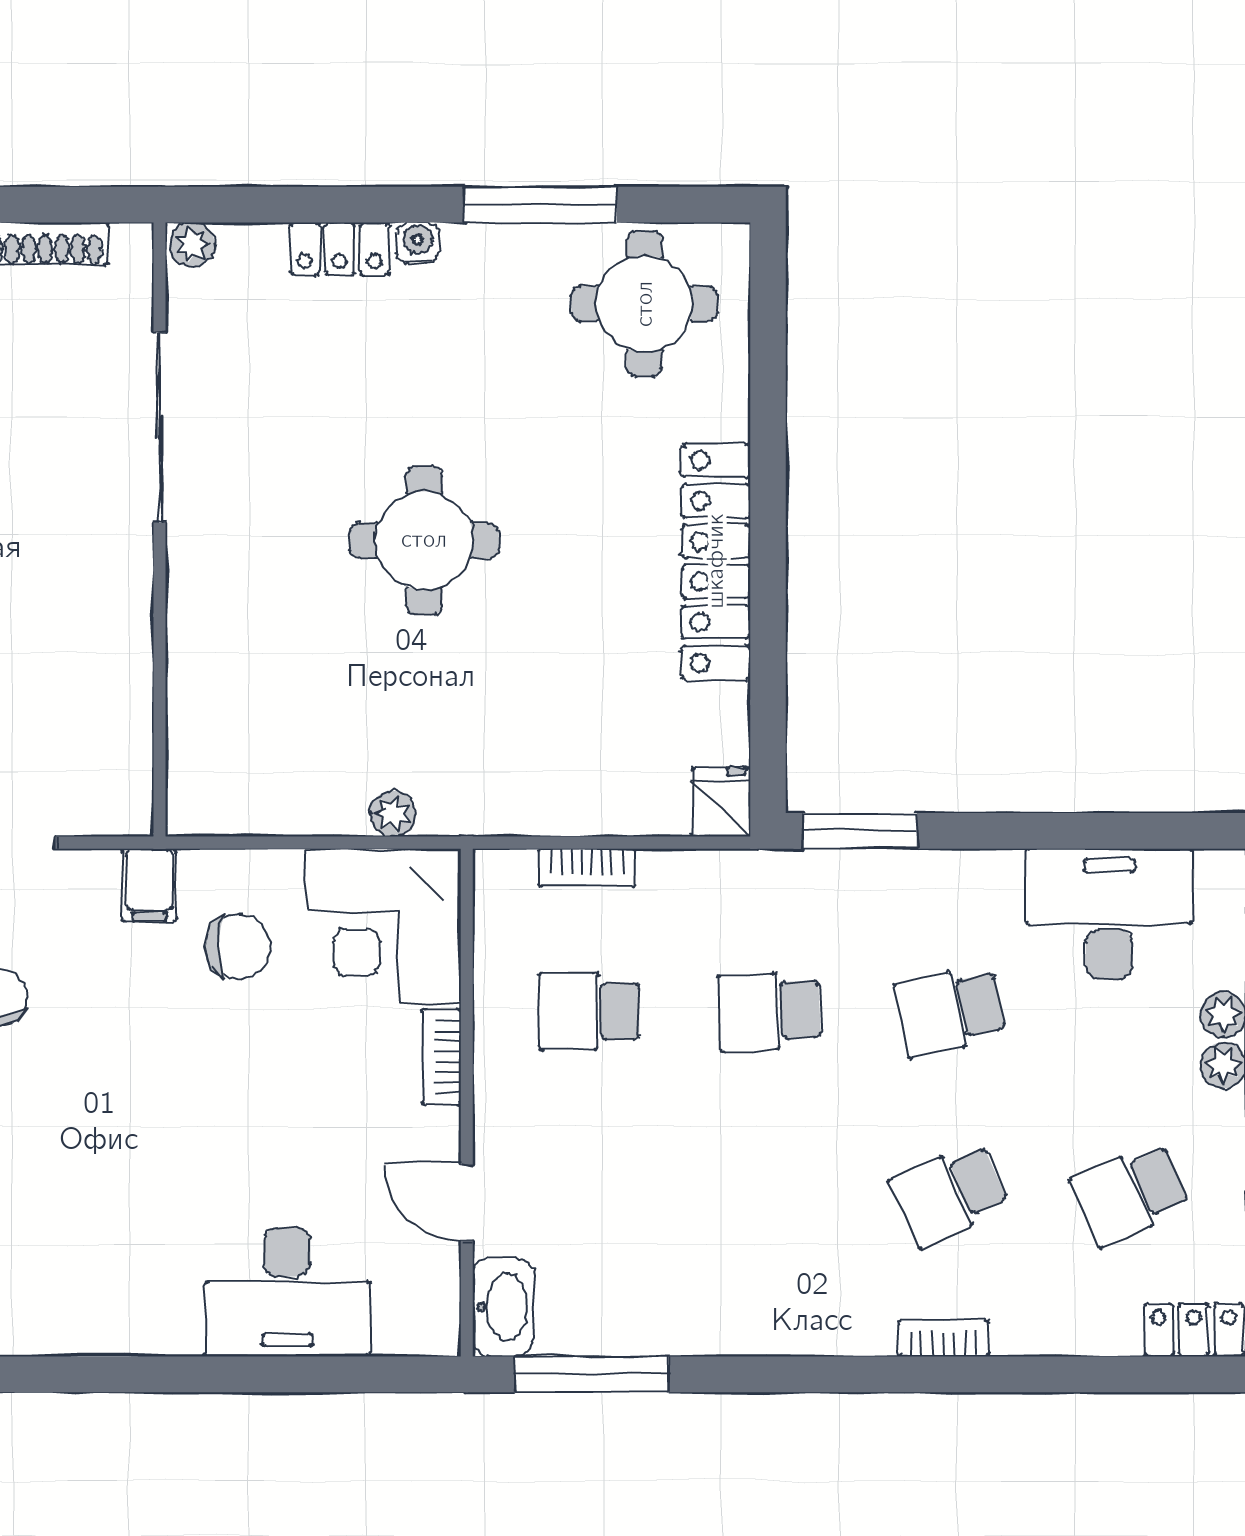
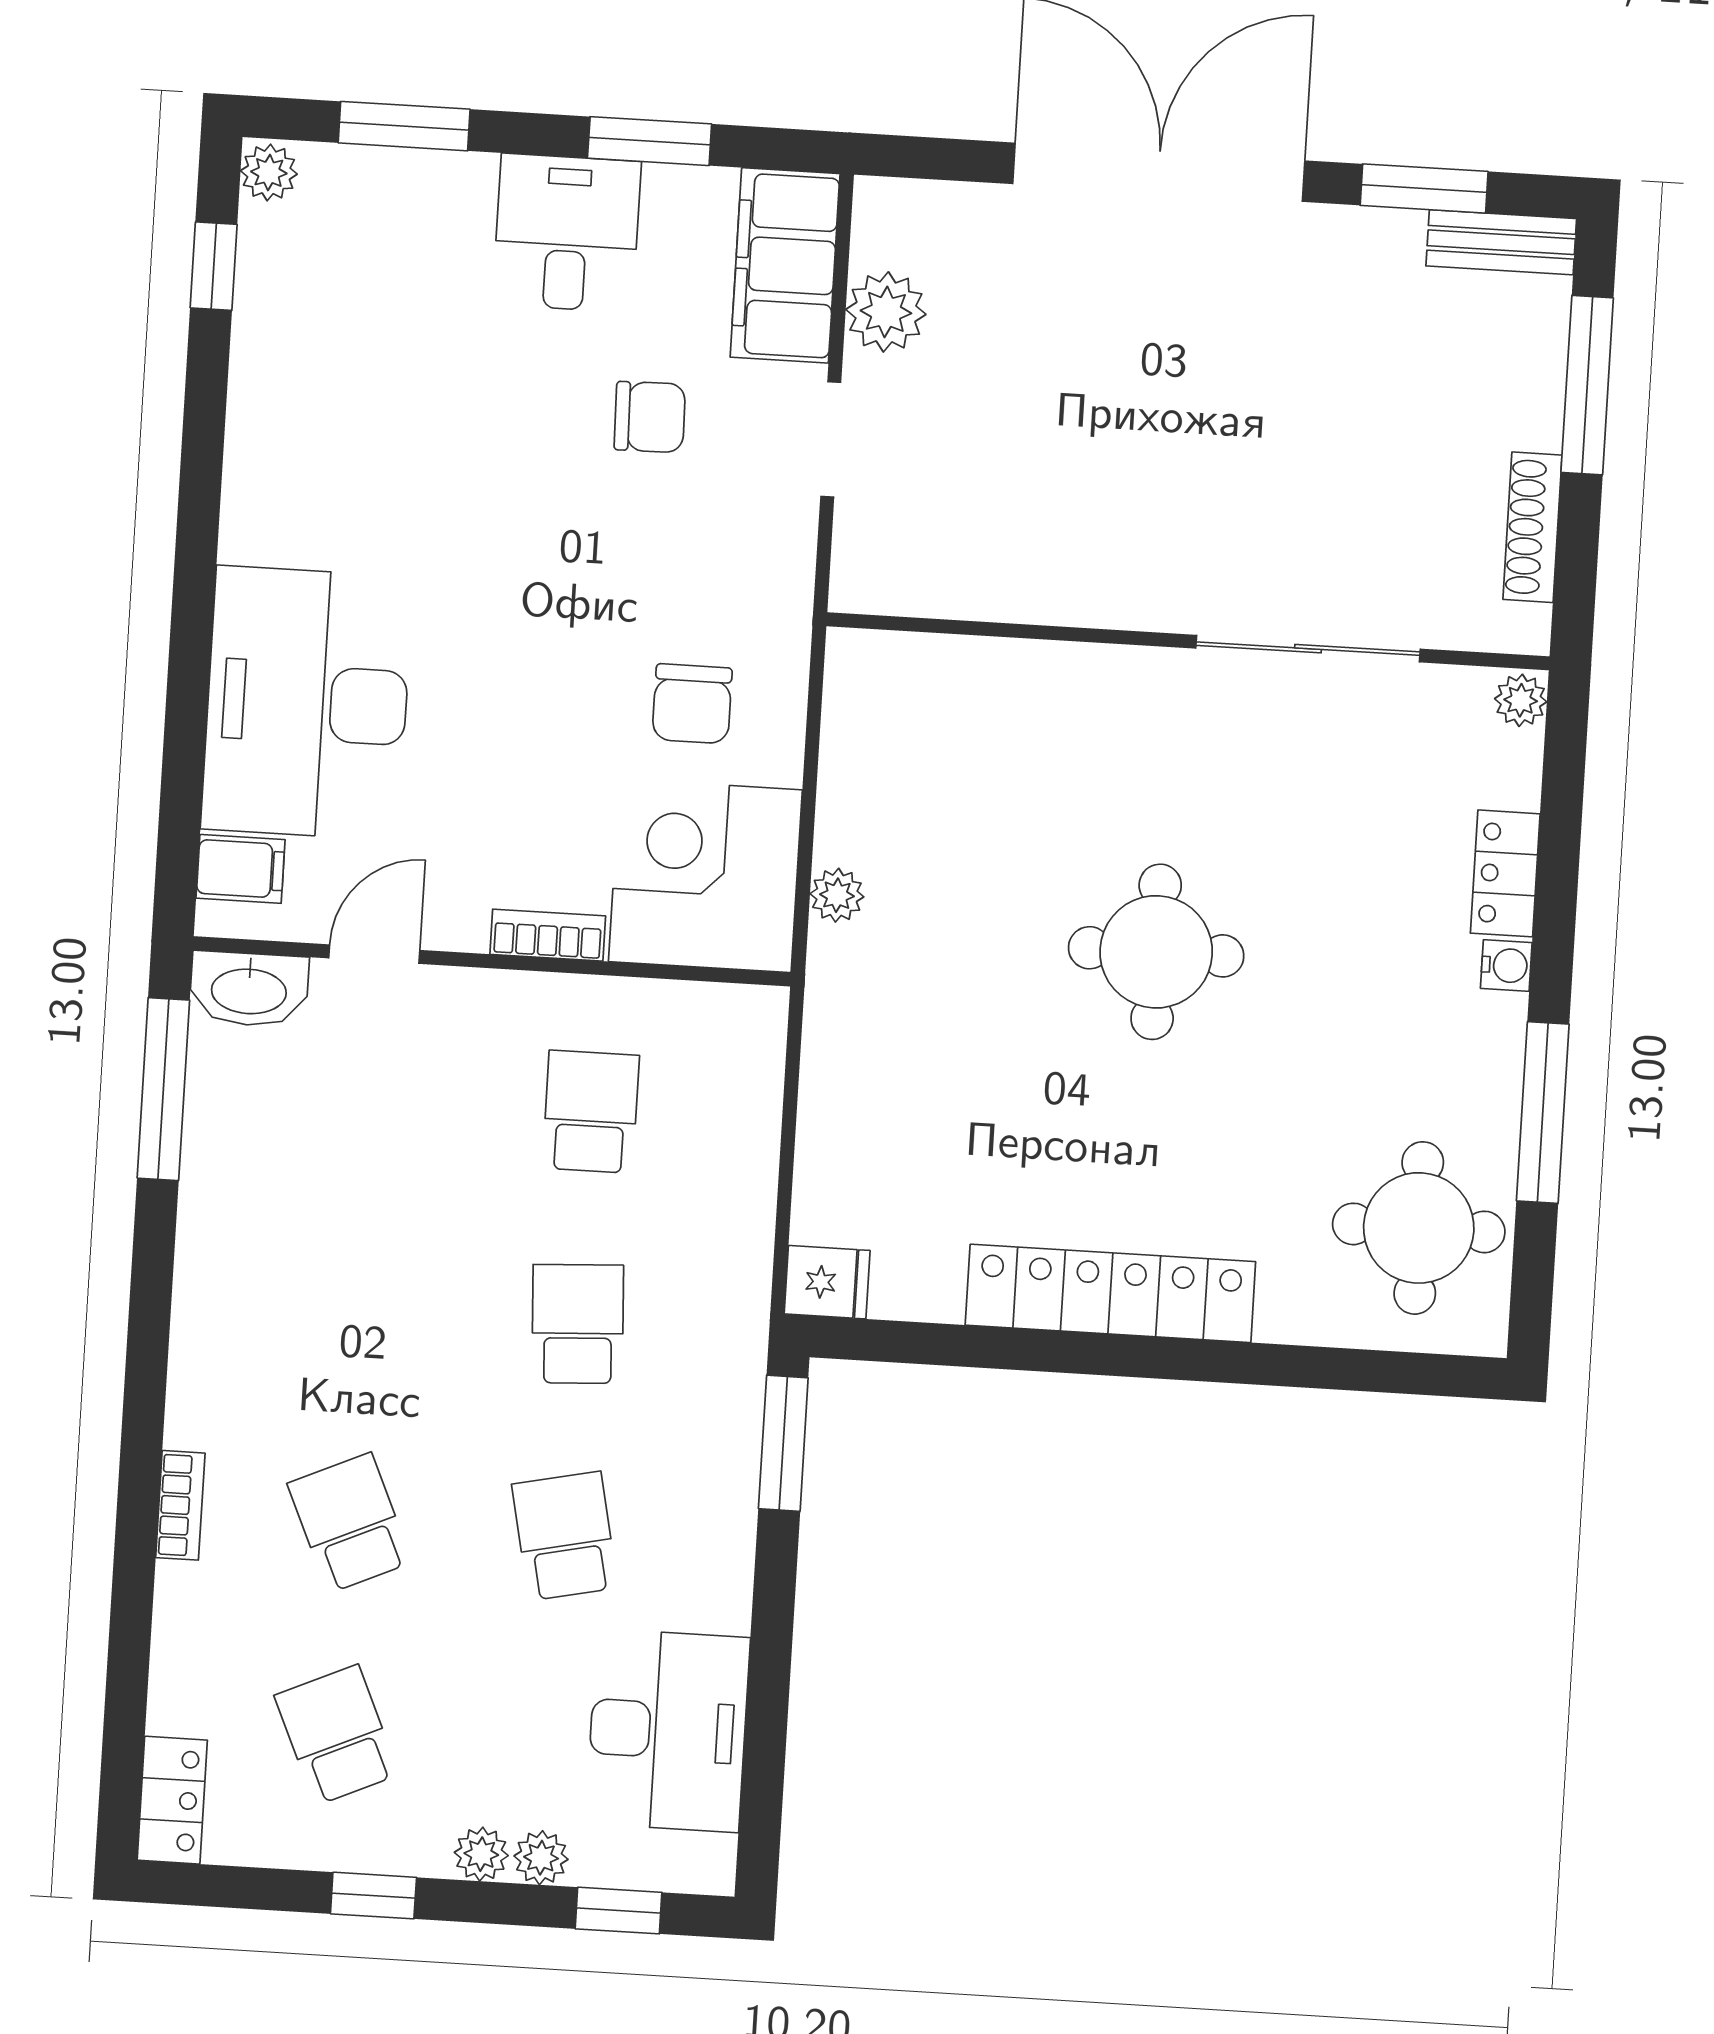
bookcase: (587, 868) -> (759, 1120), removed
filing cabinet: (149, 885) -> (241, 869), moved, turned 180
desk: (287, 1292) -> (307, 703), width x1.36, depth x1.30

